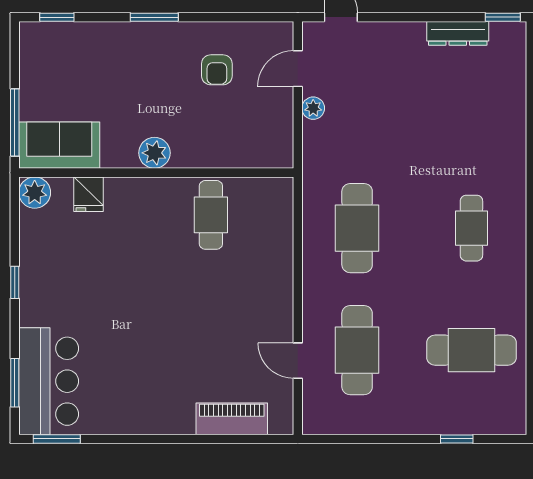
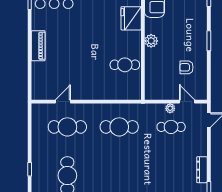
fridge: (88, 194) -> (131, 18), width x1.88, depth x1.34
cafe table: (471, 228) -> (171, 127), moved
piano: (232, 419) -> (38, 46), moved

